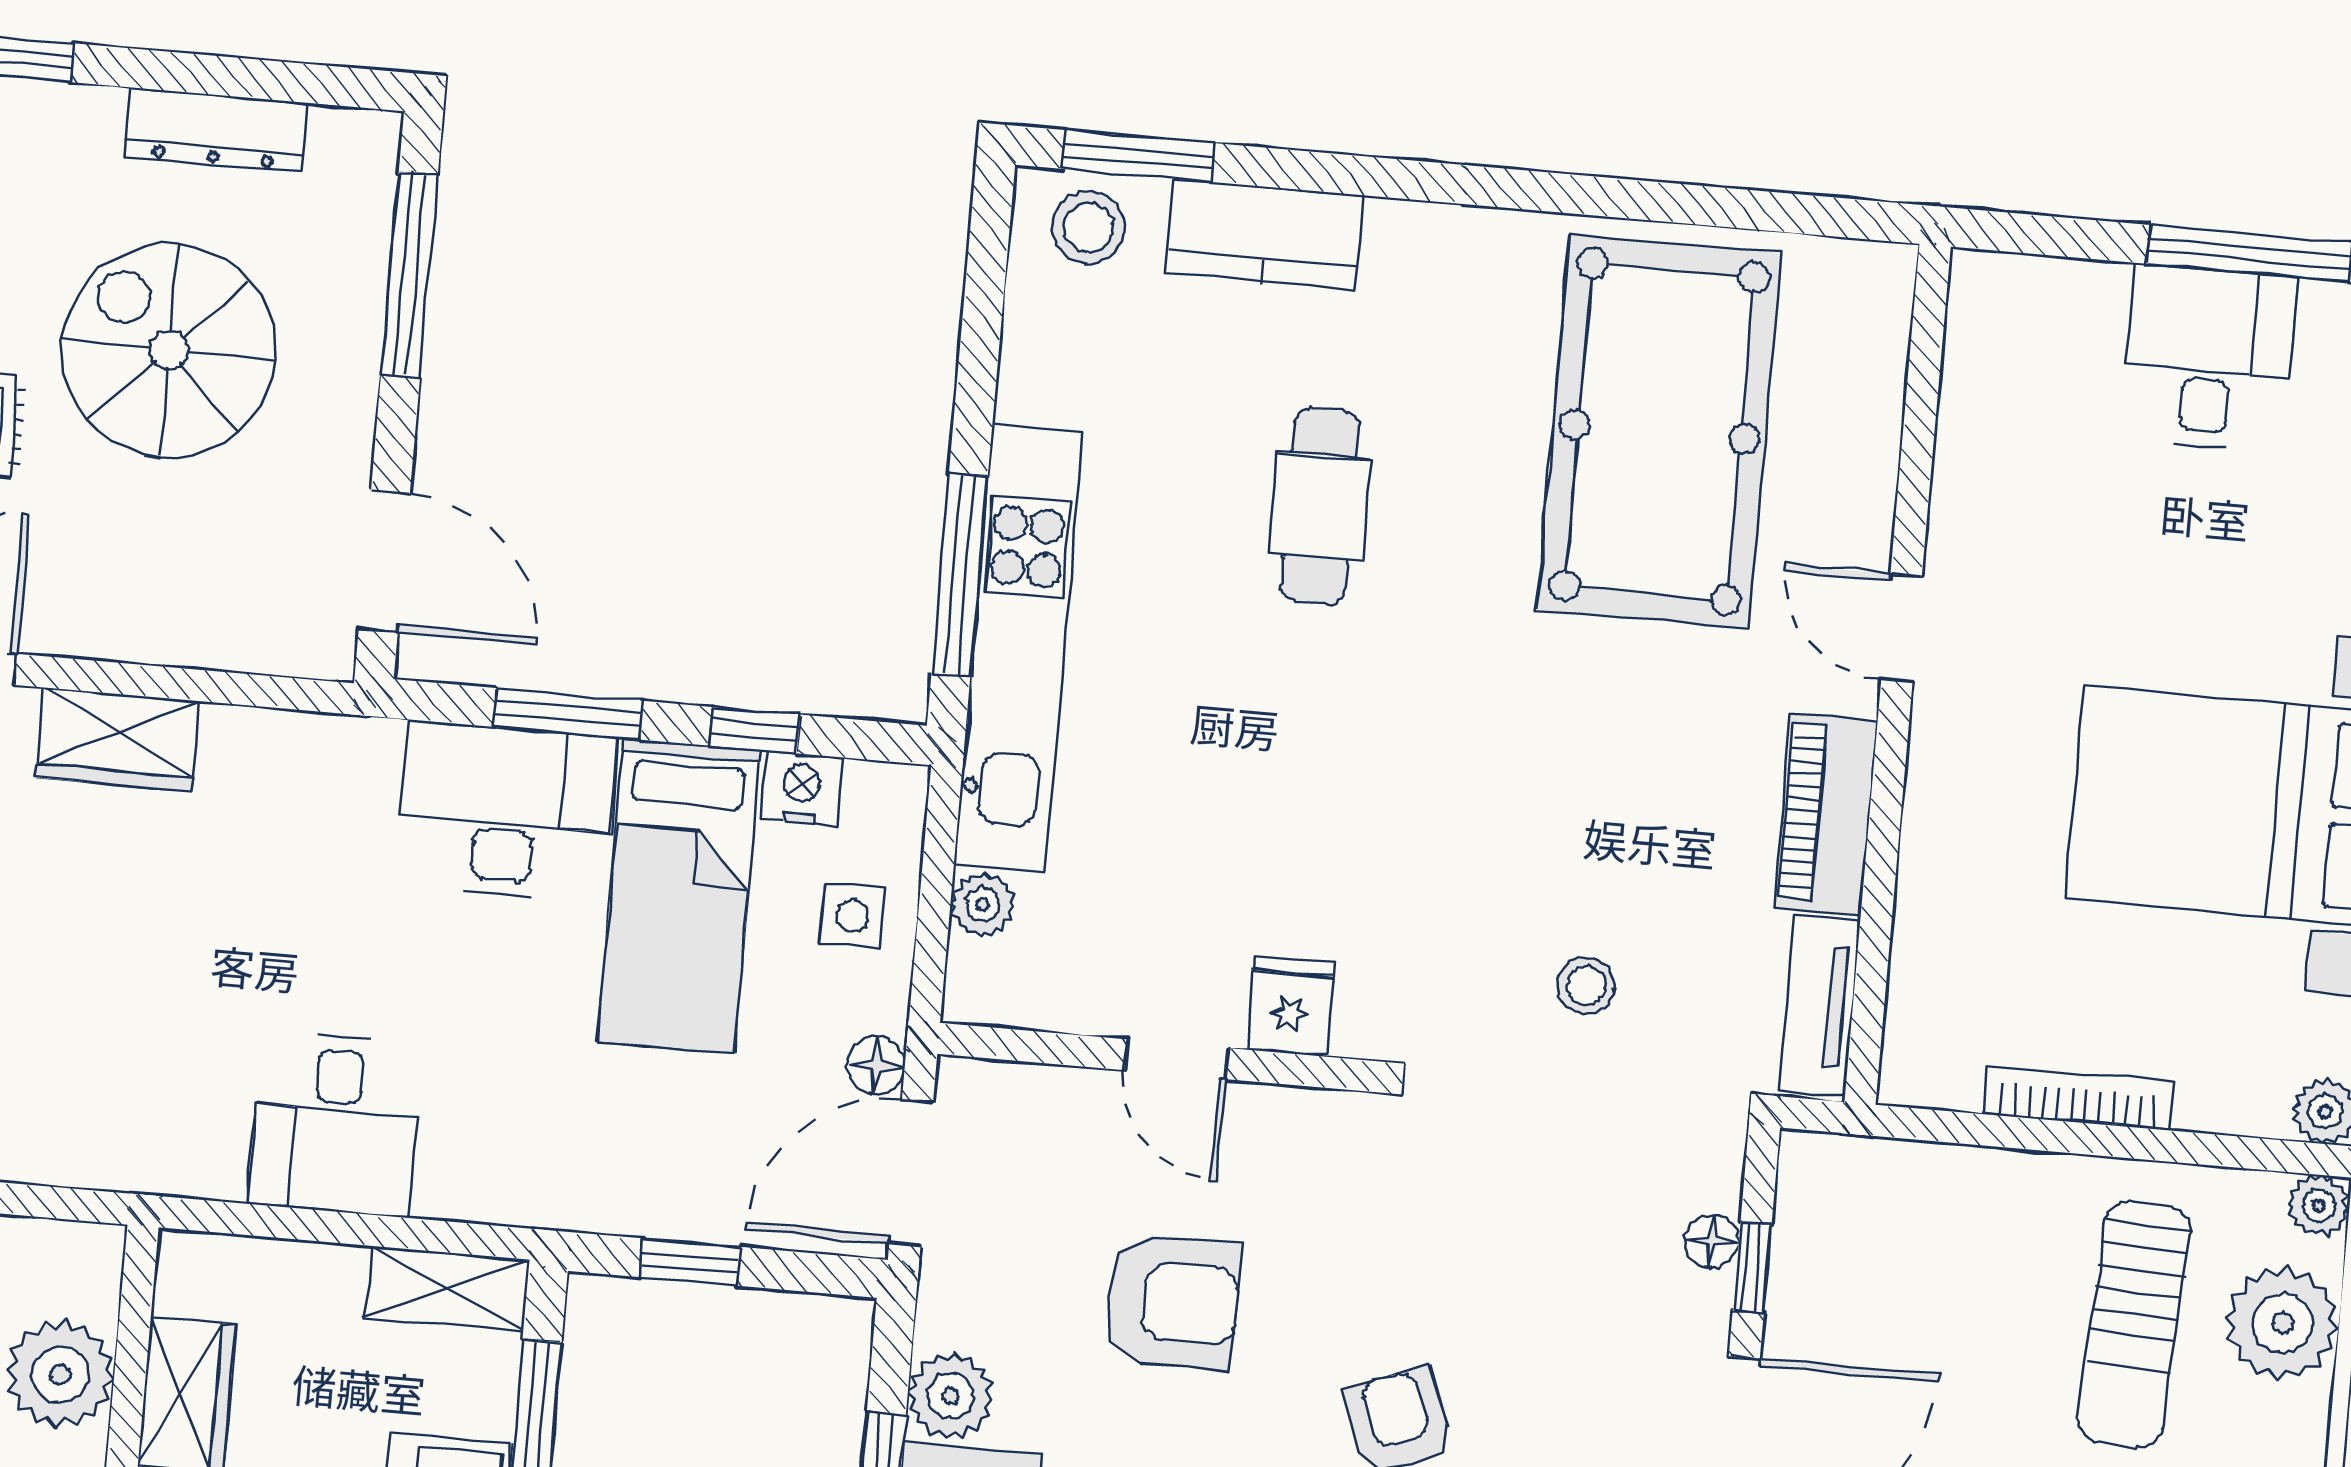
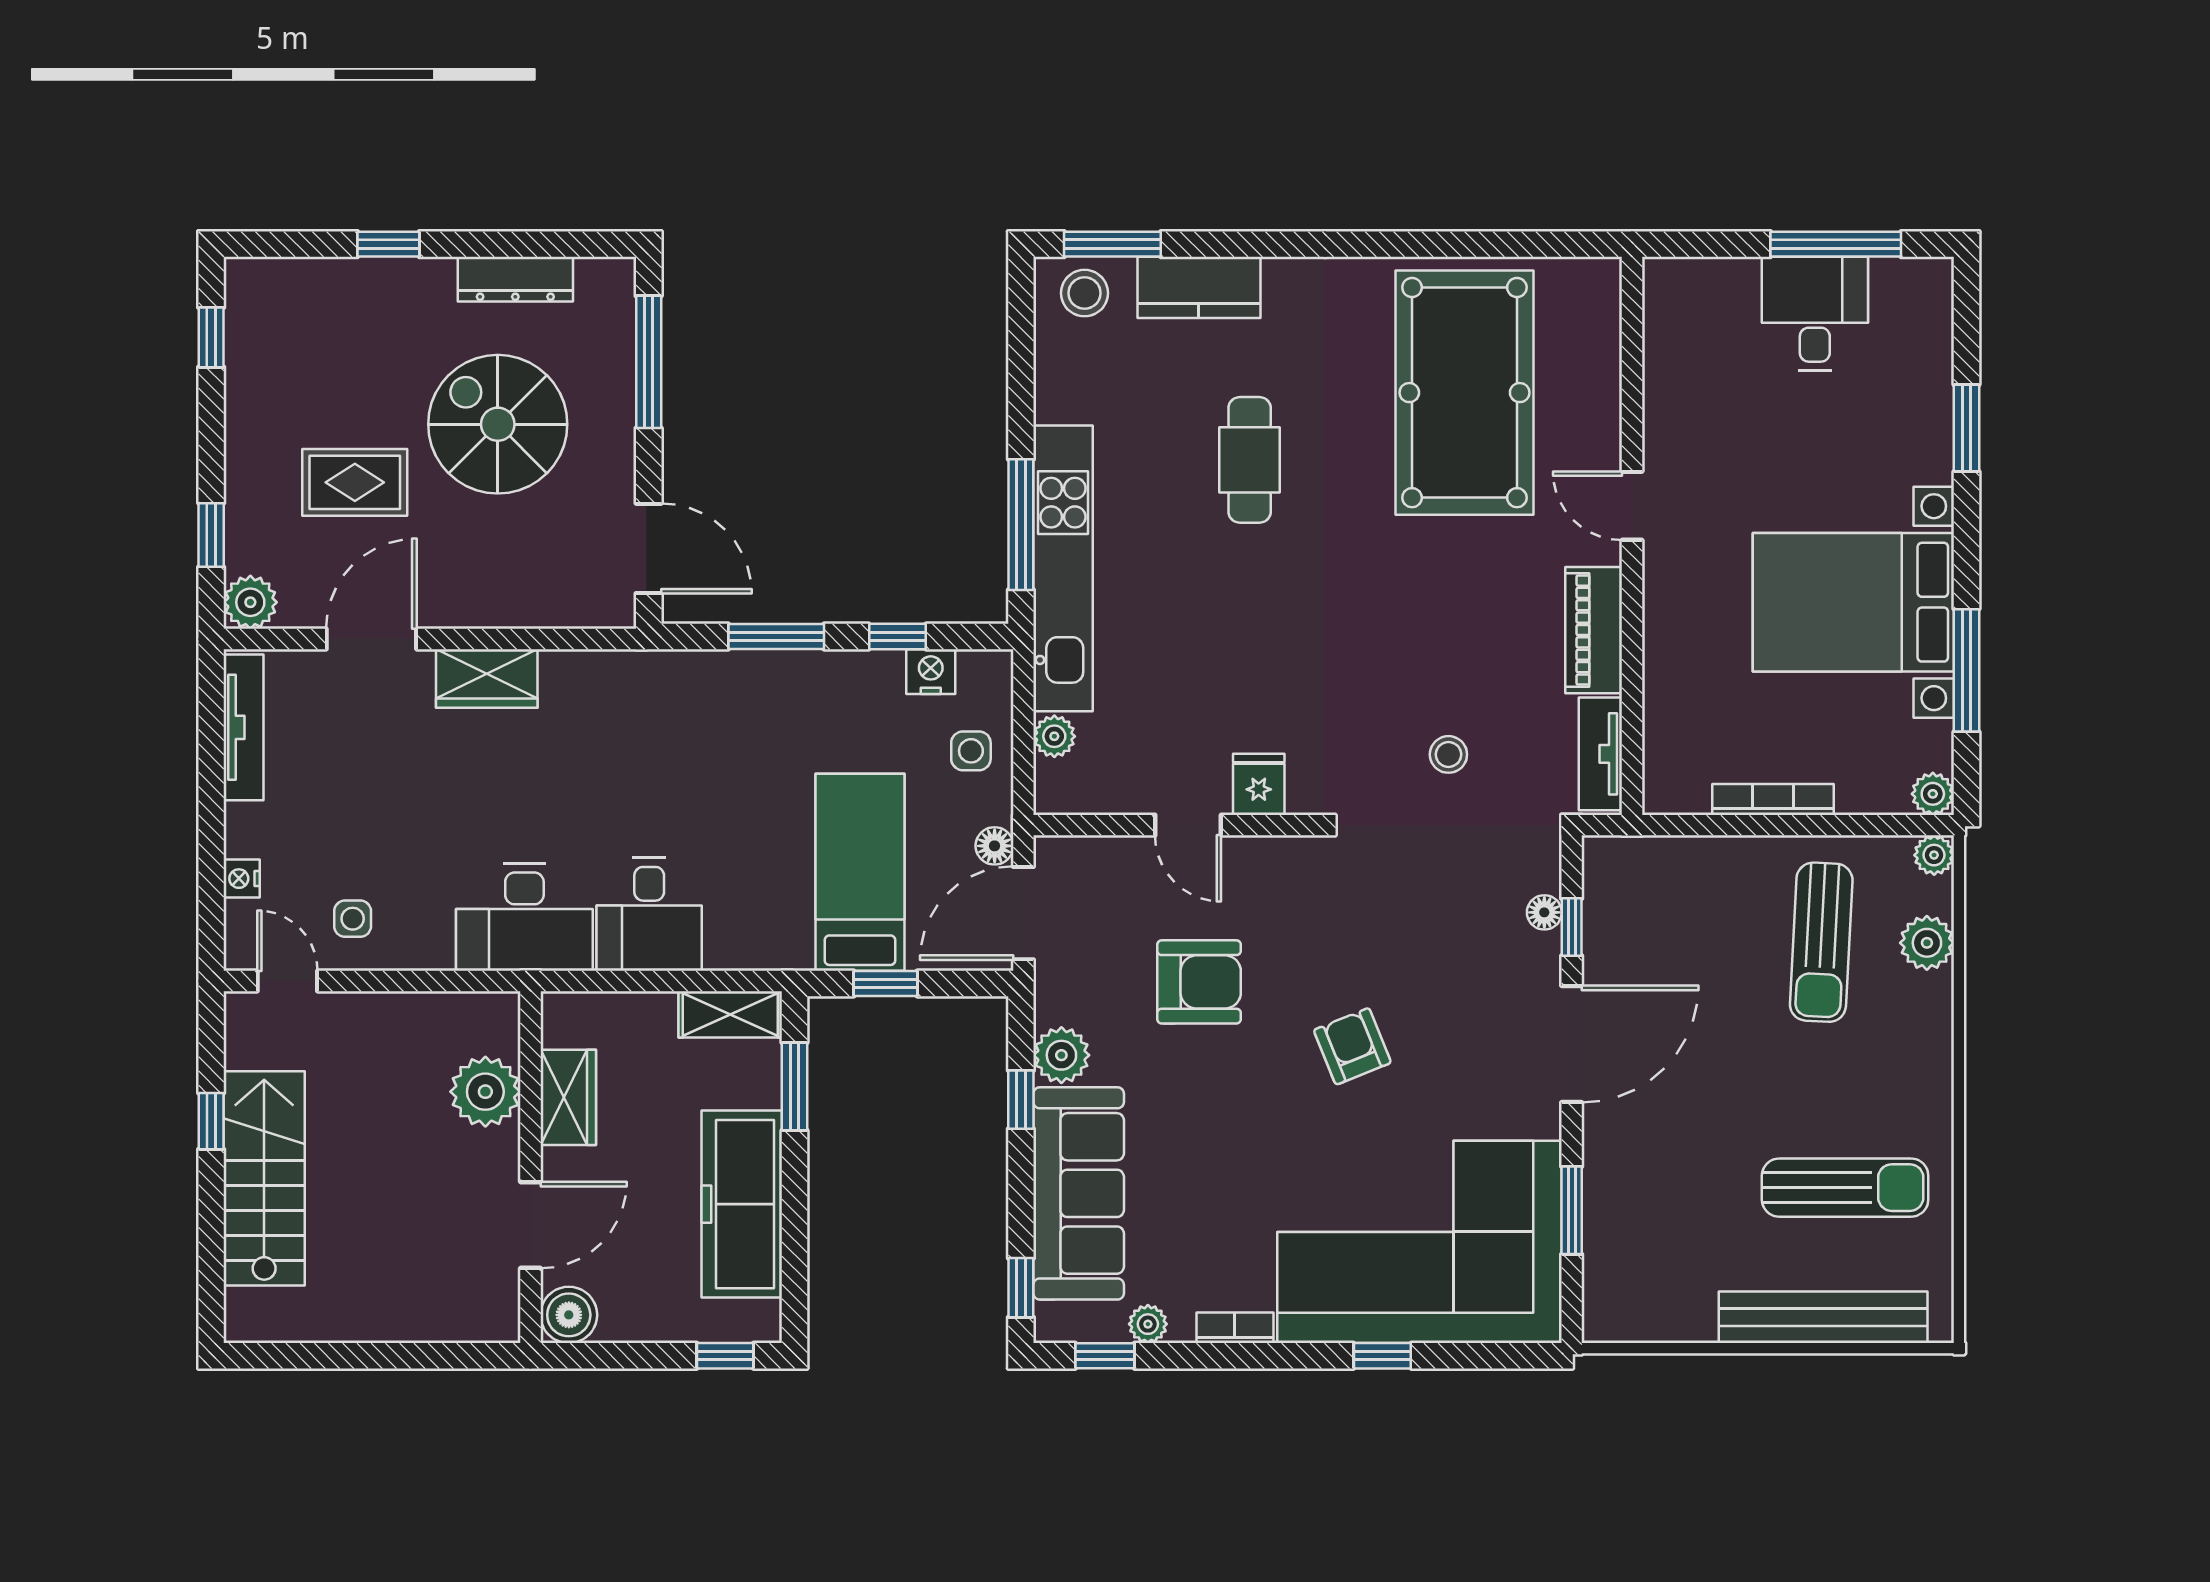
desk: (506, 811) -> (524, 917), moved, turned 180
bed: (679, 896) -> (860, 872), moved, turned 180
plant: (2282, 1323) -> (1927, 943), width x0.73, depth x0.73

